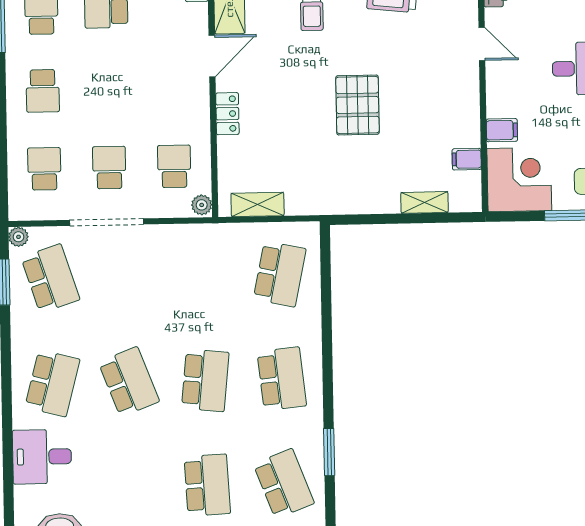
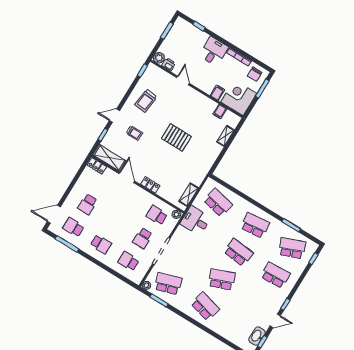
door: (482, 44) -> (183, 80), hinge flipped
school desk: (109, 168) -> (143, 238), turned -90
desk: (42, 457) -> (196, 221), moved, turned 90

